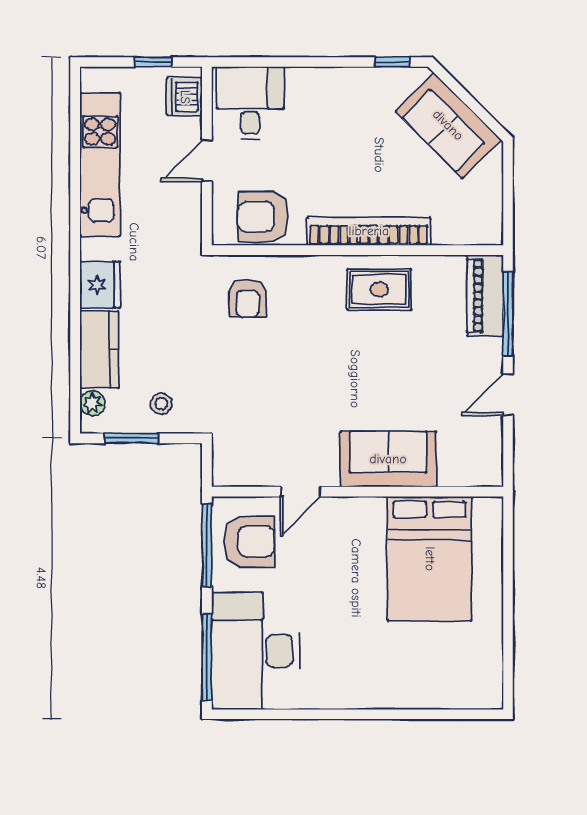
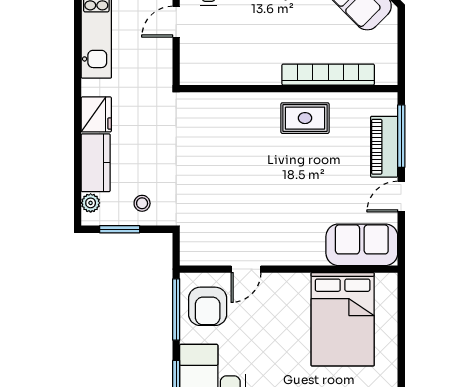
armchair: (263, 217) -> (218, 64), removed
bookcase: (369, 231) -> (328, 75), moved
piano: (485, 296) -> (384, 147), moved
armchair: (248, 298) -> (207, 125), removed
sofa: (388, 459) -> (362, 245), moved
armchair: (249, 541) -> (208, 306), turned 90

